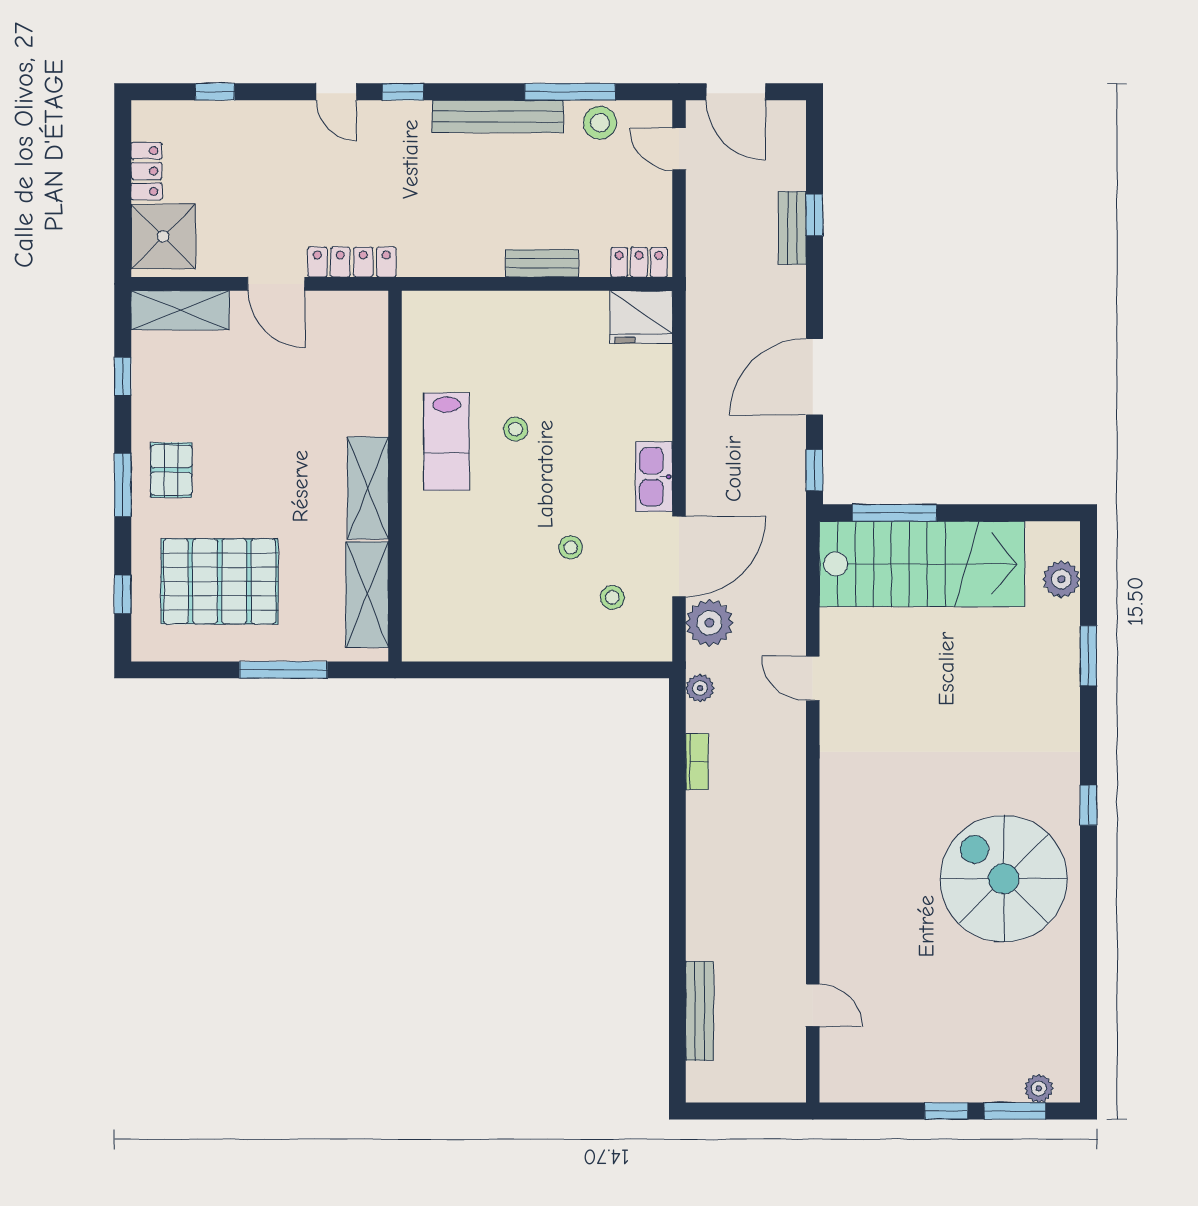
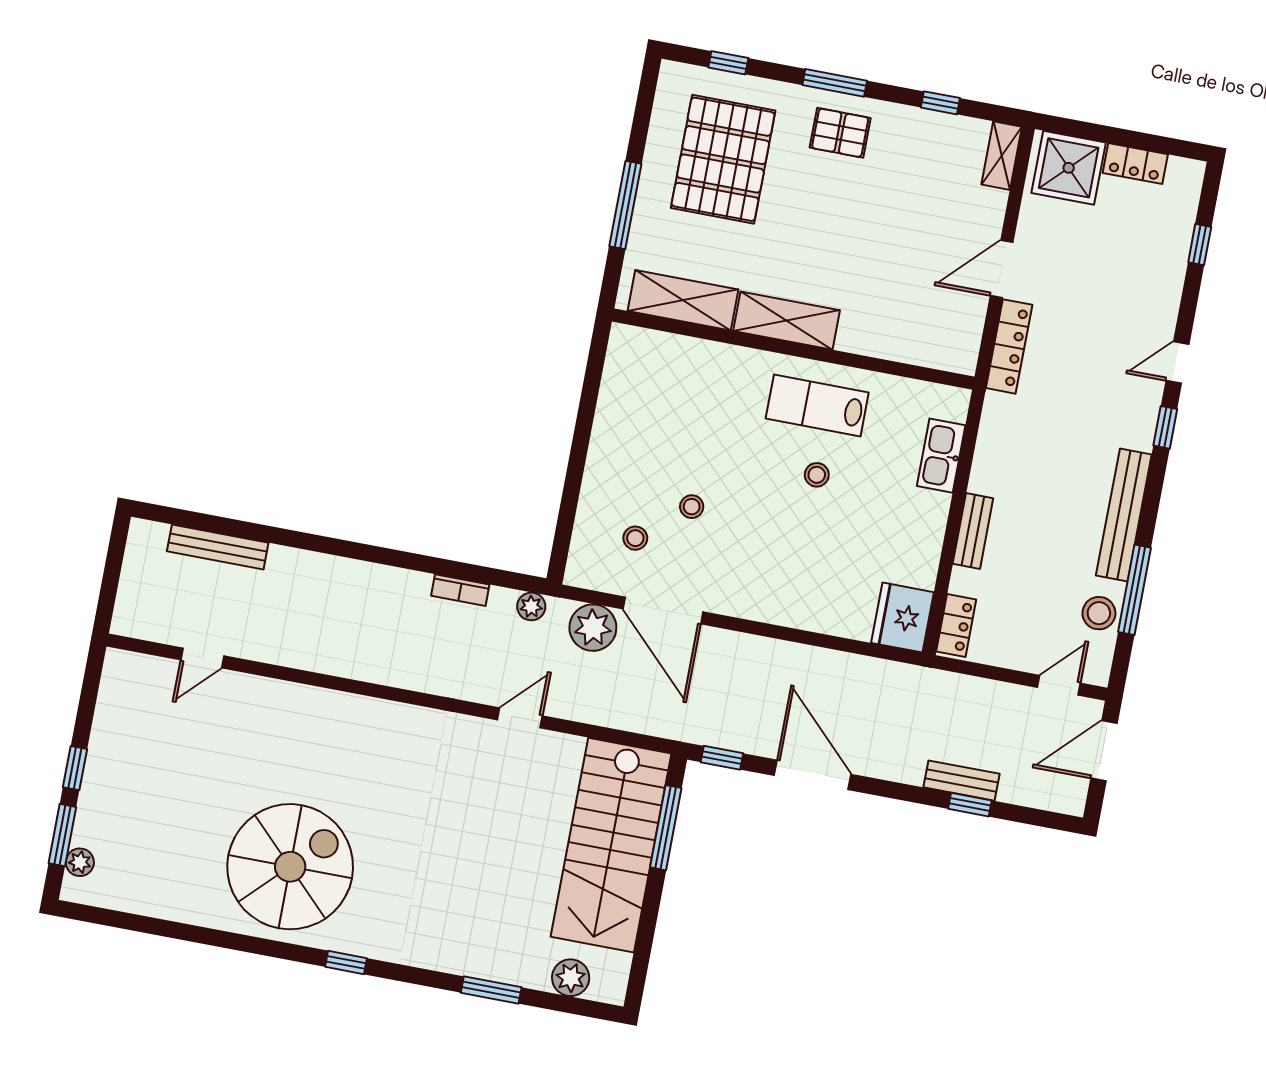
shelving: (180, 310) -> (1002, 156), width x0.67, depth x0.75
kitchen sink: (654, 477) -> (941, 456), moved, turned -90

